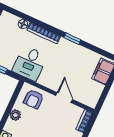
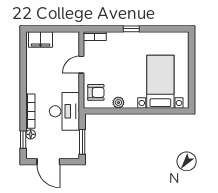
window: (72, 39) -> (23, 140), moved
desk: (30, 63) -> (64, 111), width x1.37

